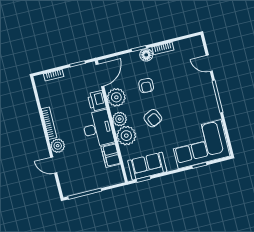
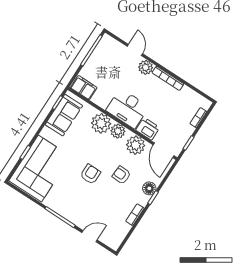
floor lamp: (146, 55) -> (149, 188), moved
armchair: (153, 118) -> (90, 174), moved, turned 115
filing cabinet: (111, 155) -> (84, 88), moved
door: (54, 165) -> (135, 50), hinge flipped

